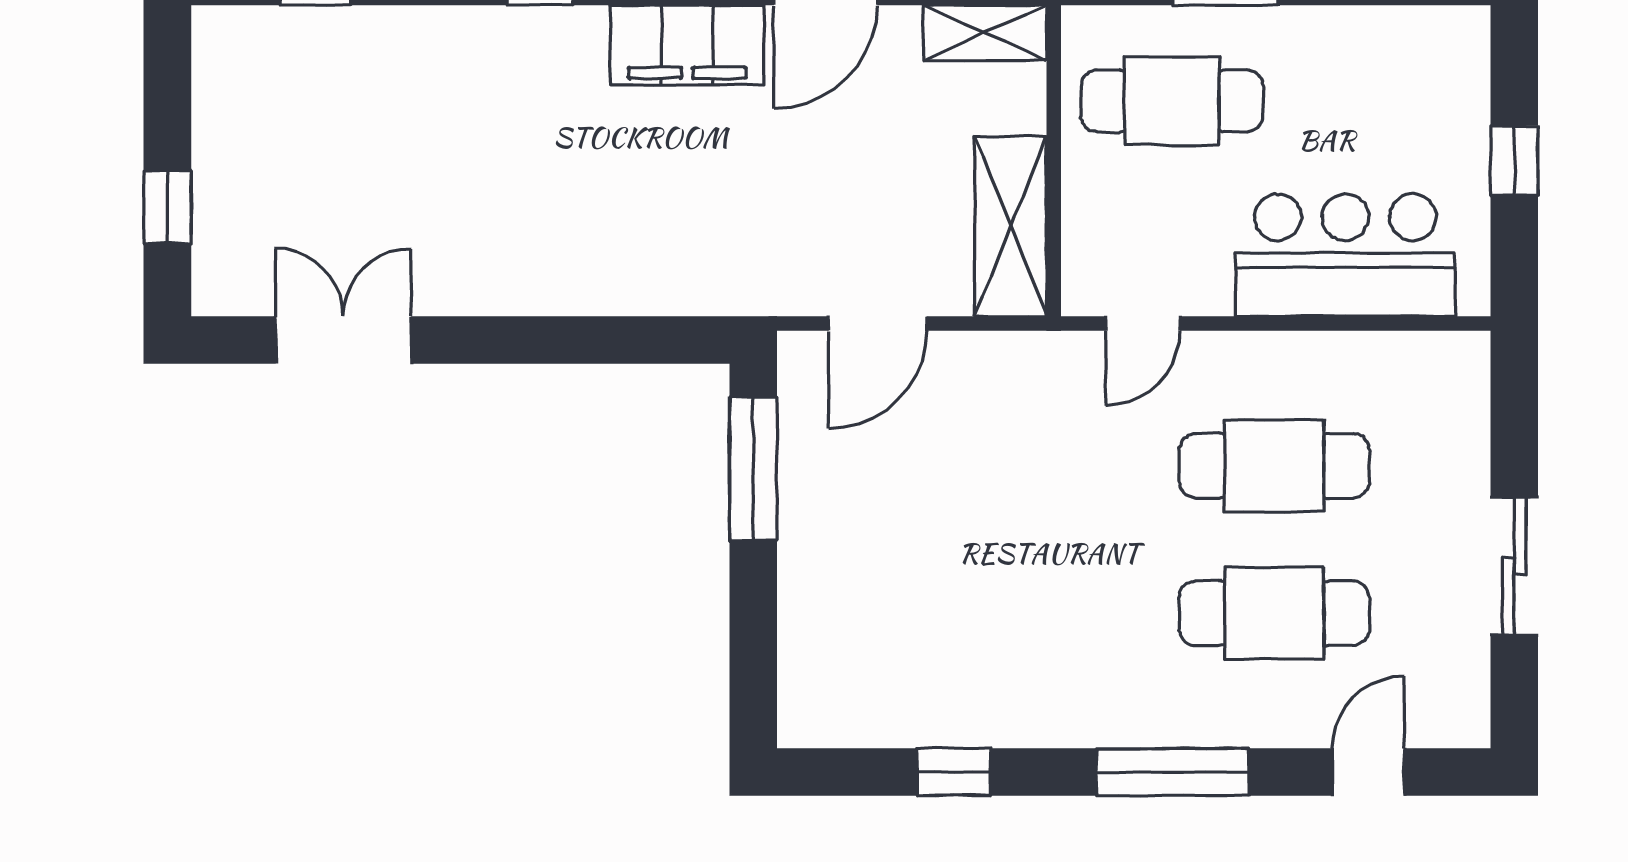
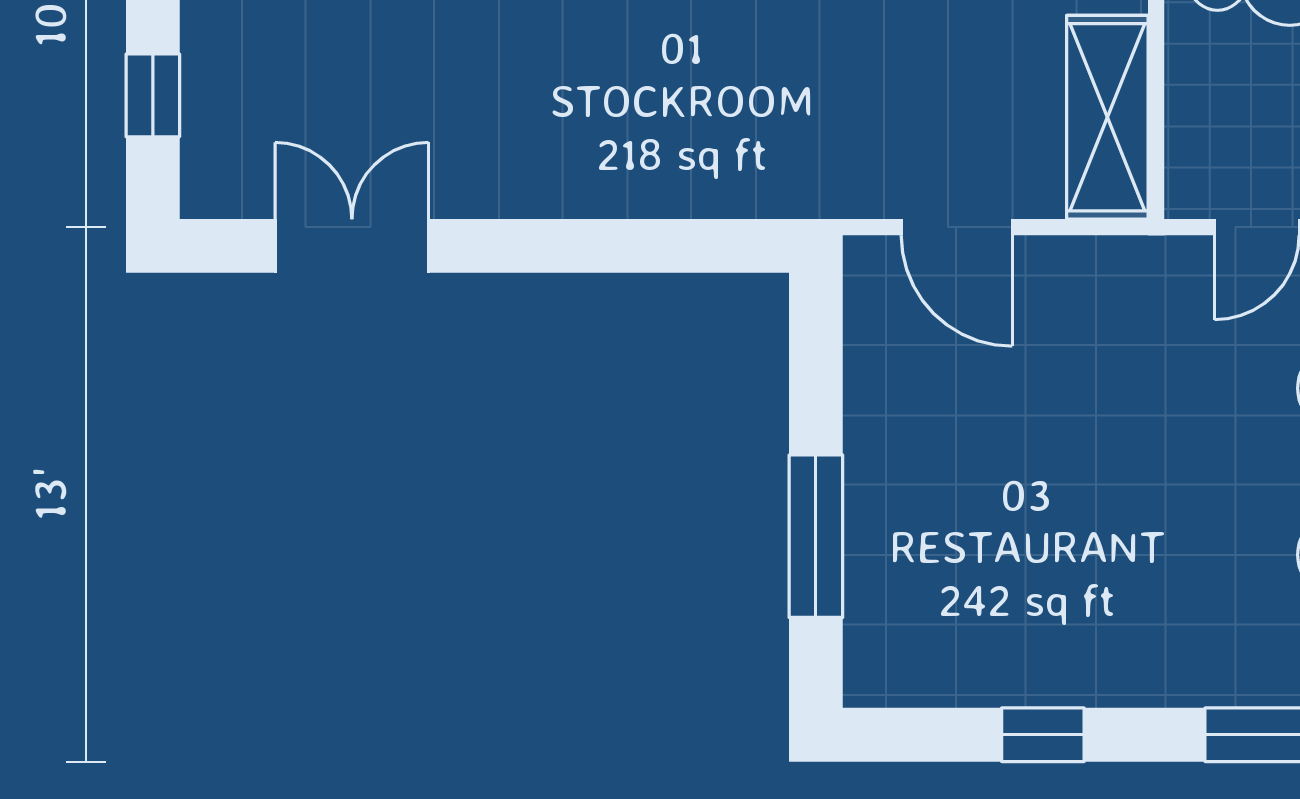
door: (878, 323) -> (957, 227), hinge flipped
window: (753, 469) -> (816, 536), moved

